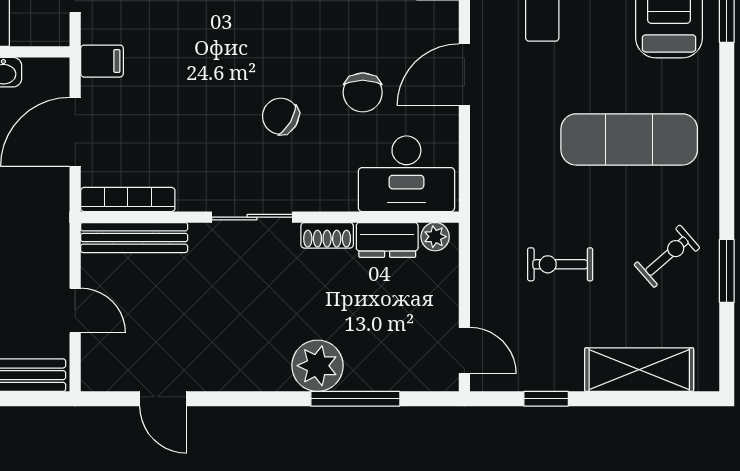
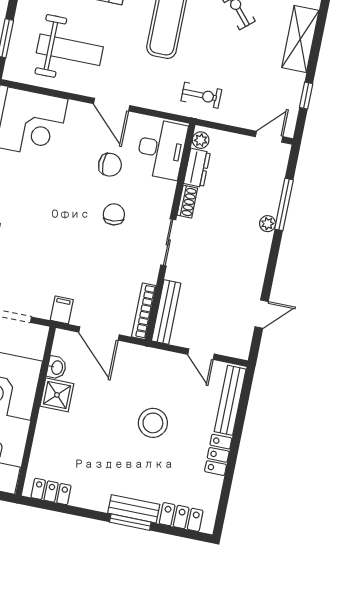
chair: (281, 116) -> (114, 214), turned 143
exercise bike: (560, 264) -> (201, 95), moved, turned -90
door: (75, 311) -> (201, 354), swing flipped
plant: (317, 366) -> (268, 224), width x0.53, depth x0.53

